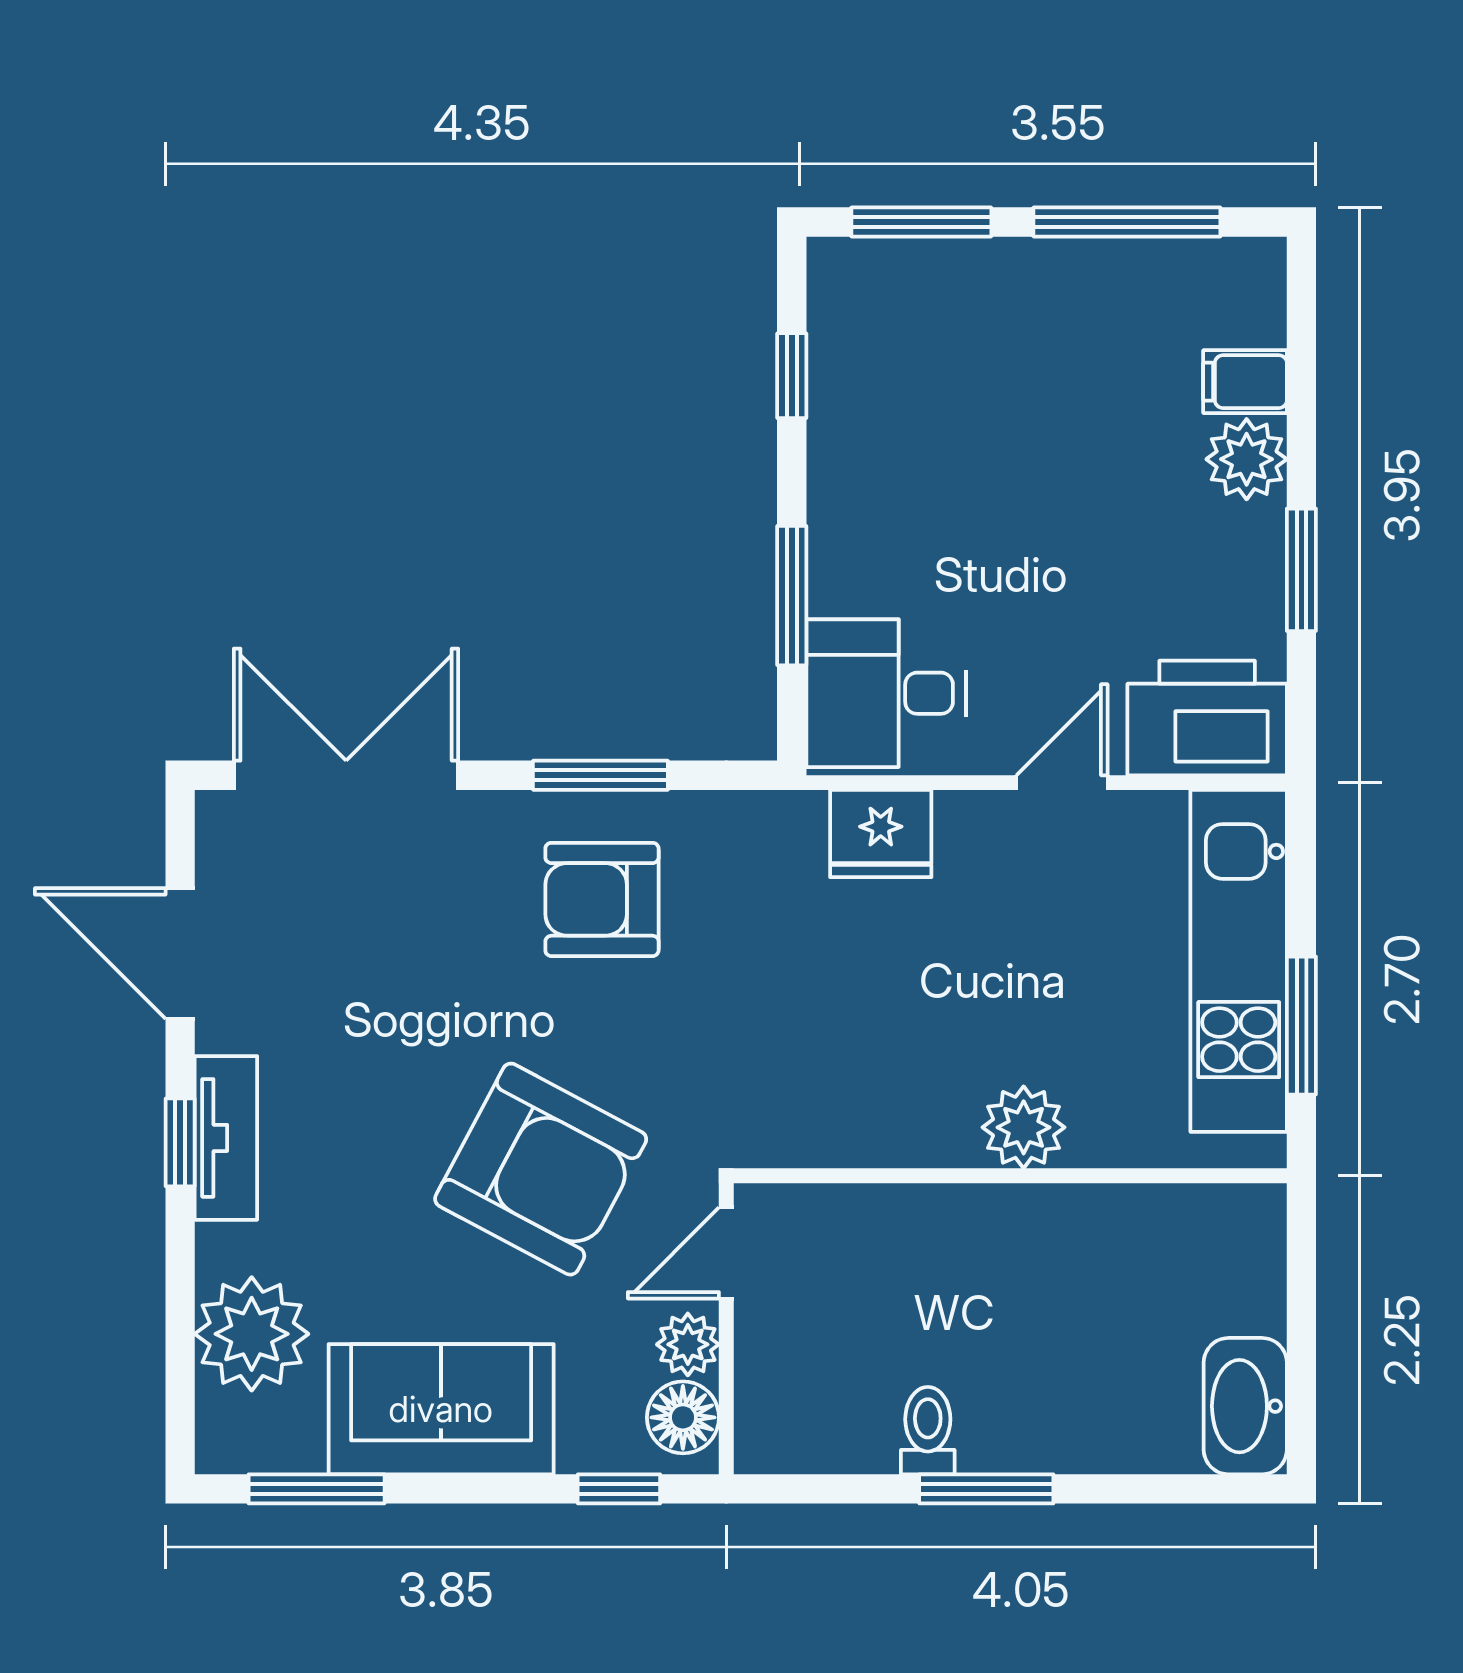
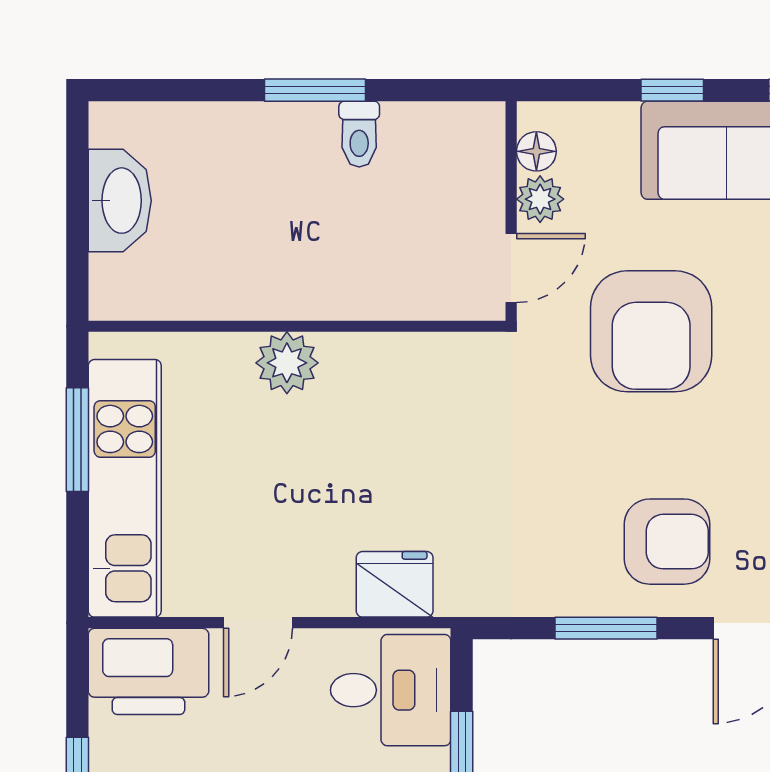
armchair: (602, 899) -> (667, 542), moved
armchair: (541, 1169) -> (651, 331), turned -118
washbasin: (1245, 1406) -> (120, 201), moved
floor lamp: (683, 1417) -> (536, 151), width x0.73, depth x0.73
window: (619, 1489) -> (672, 90), moved

